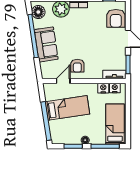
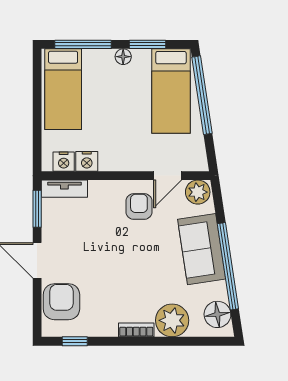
plant: (48, 73) -> (198, 192), added
bed: (67, 108) -> (171, 91), moved, turned -81

